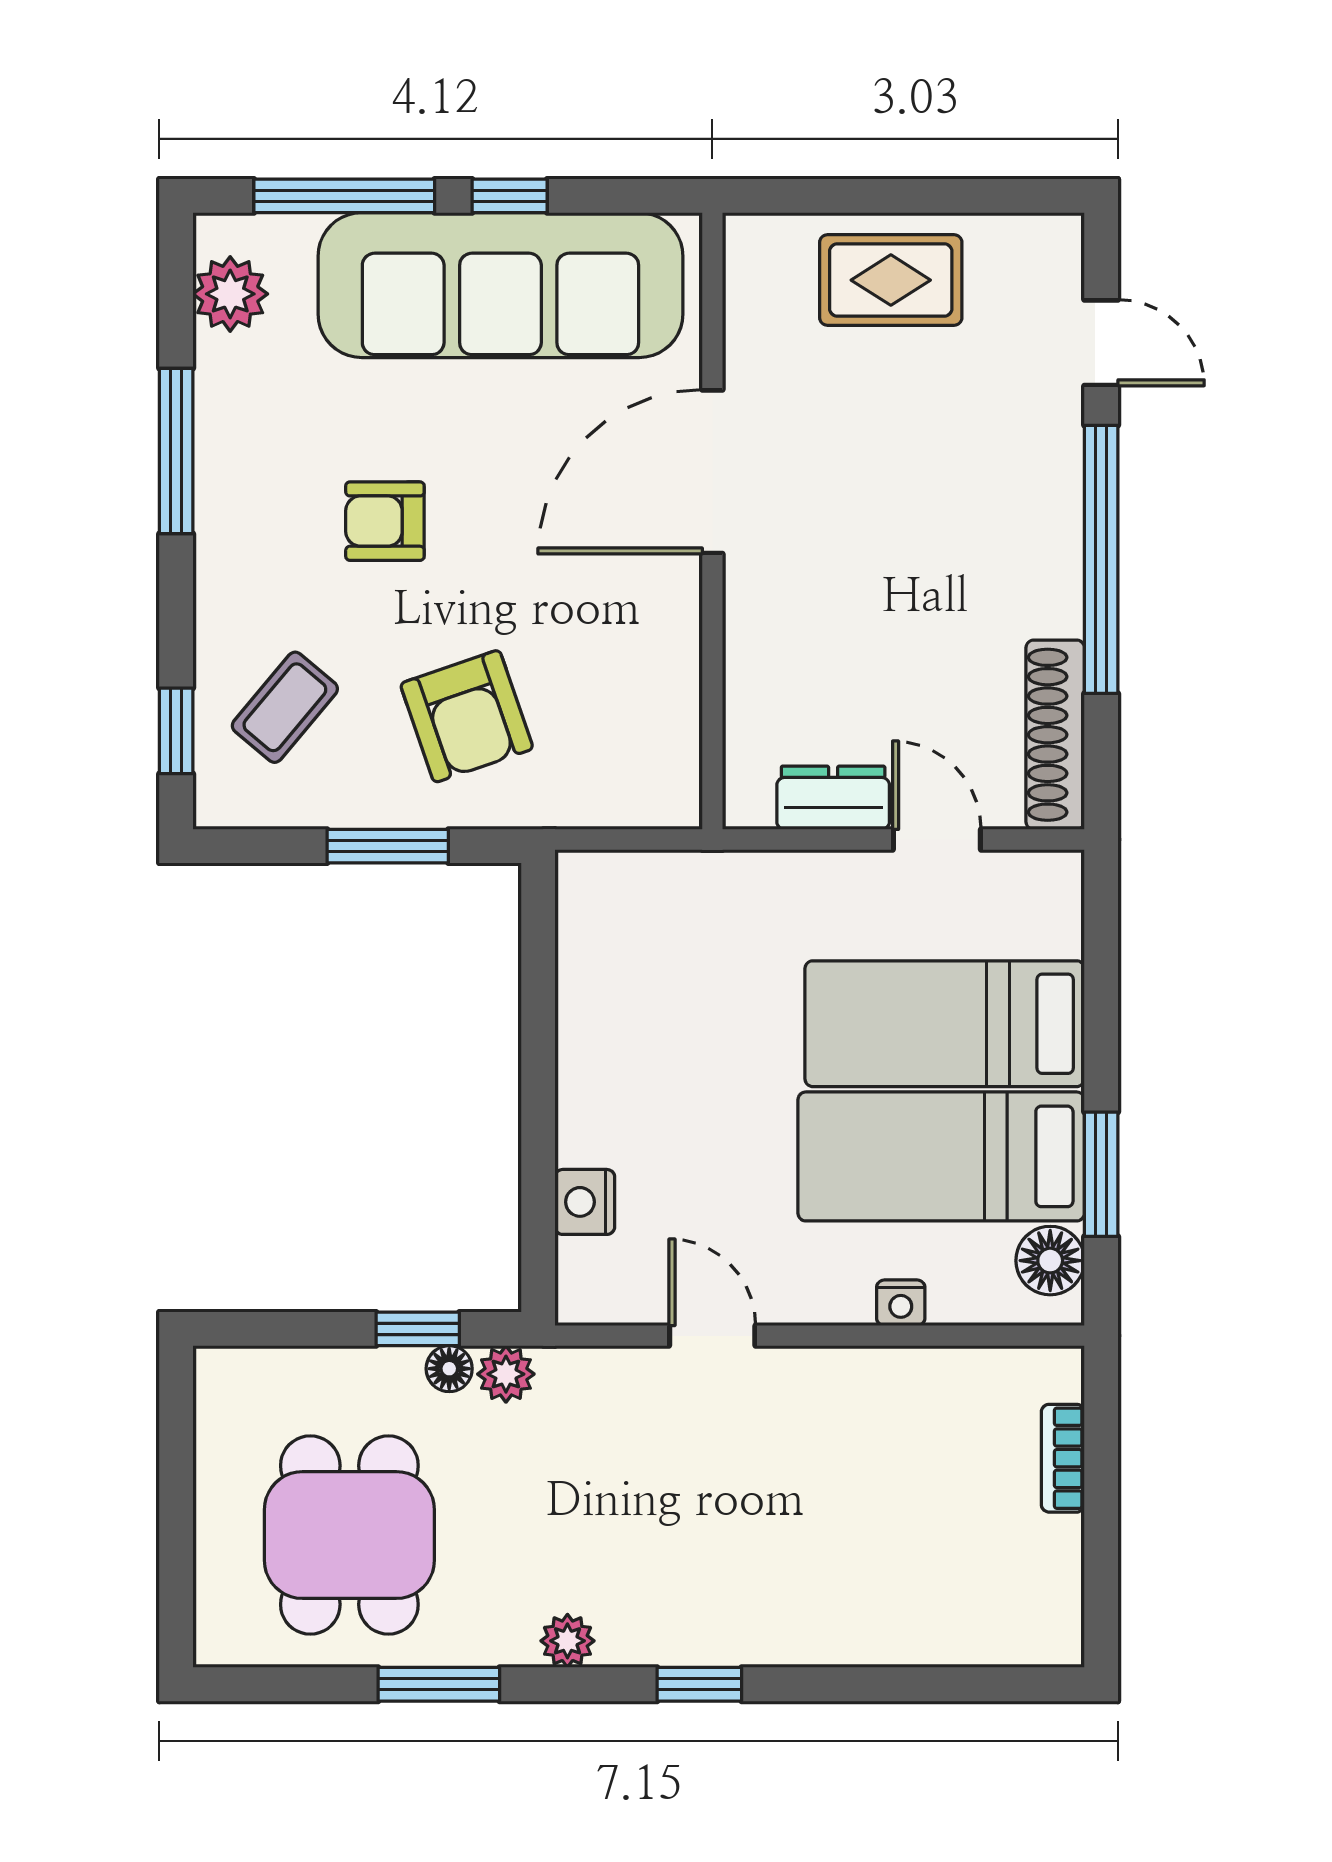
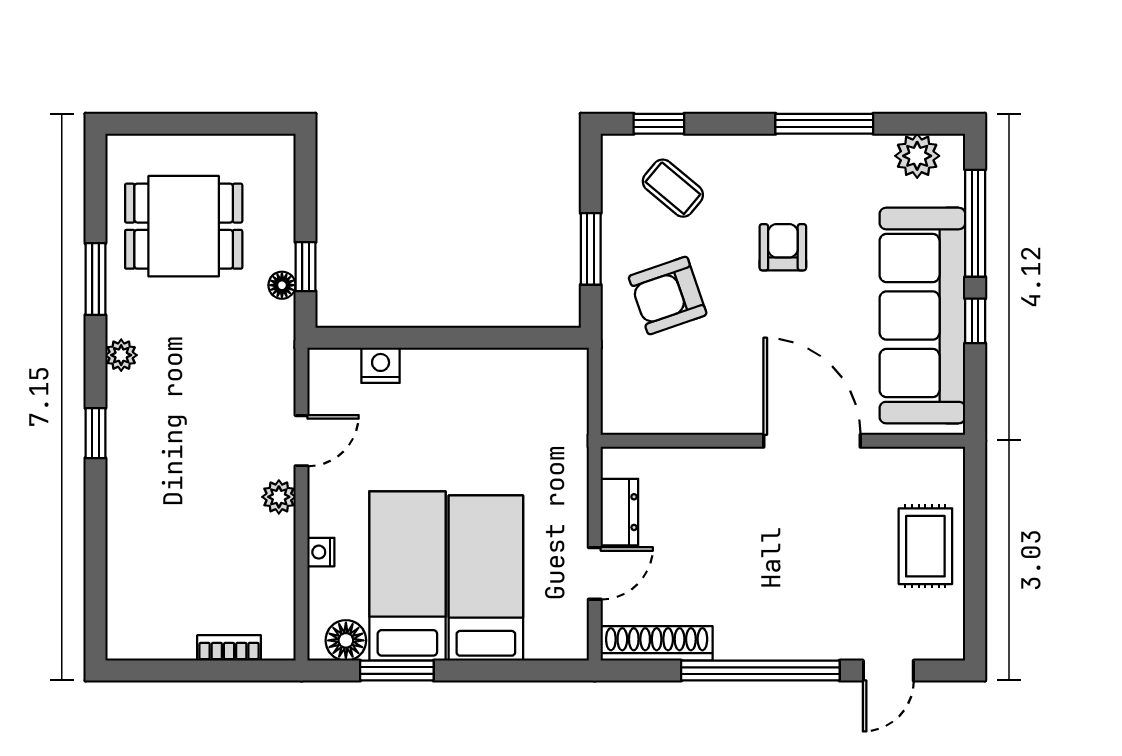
plant: (506, 1374) -> (279, 497), moved

